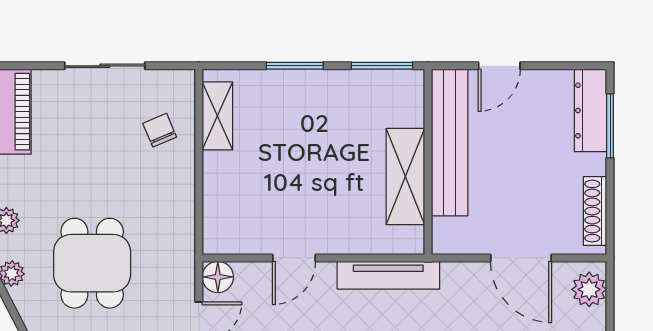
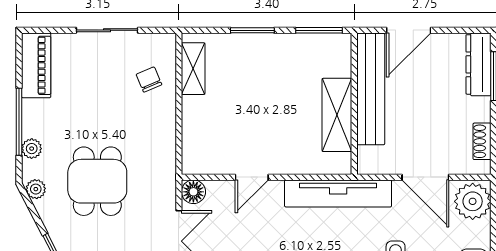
door: (499, 66) -> (409, 30), width x1.38
shoe rack: (595, 211) -> (482, 141), width x0.70
tv unit: (388, 275) -> (338, 193), width x1.36, depth x1.29
plant: (589, 289) -> (473, 201), width x1.36, depth x1.36

